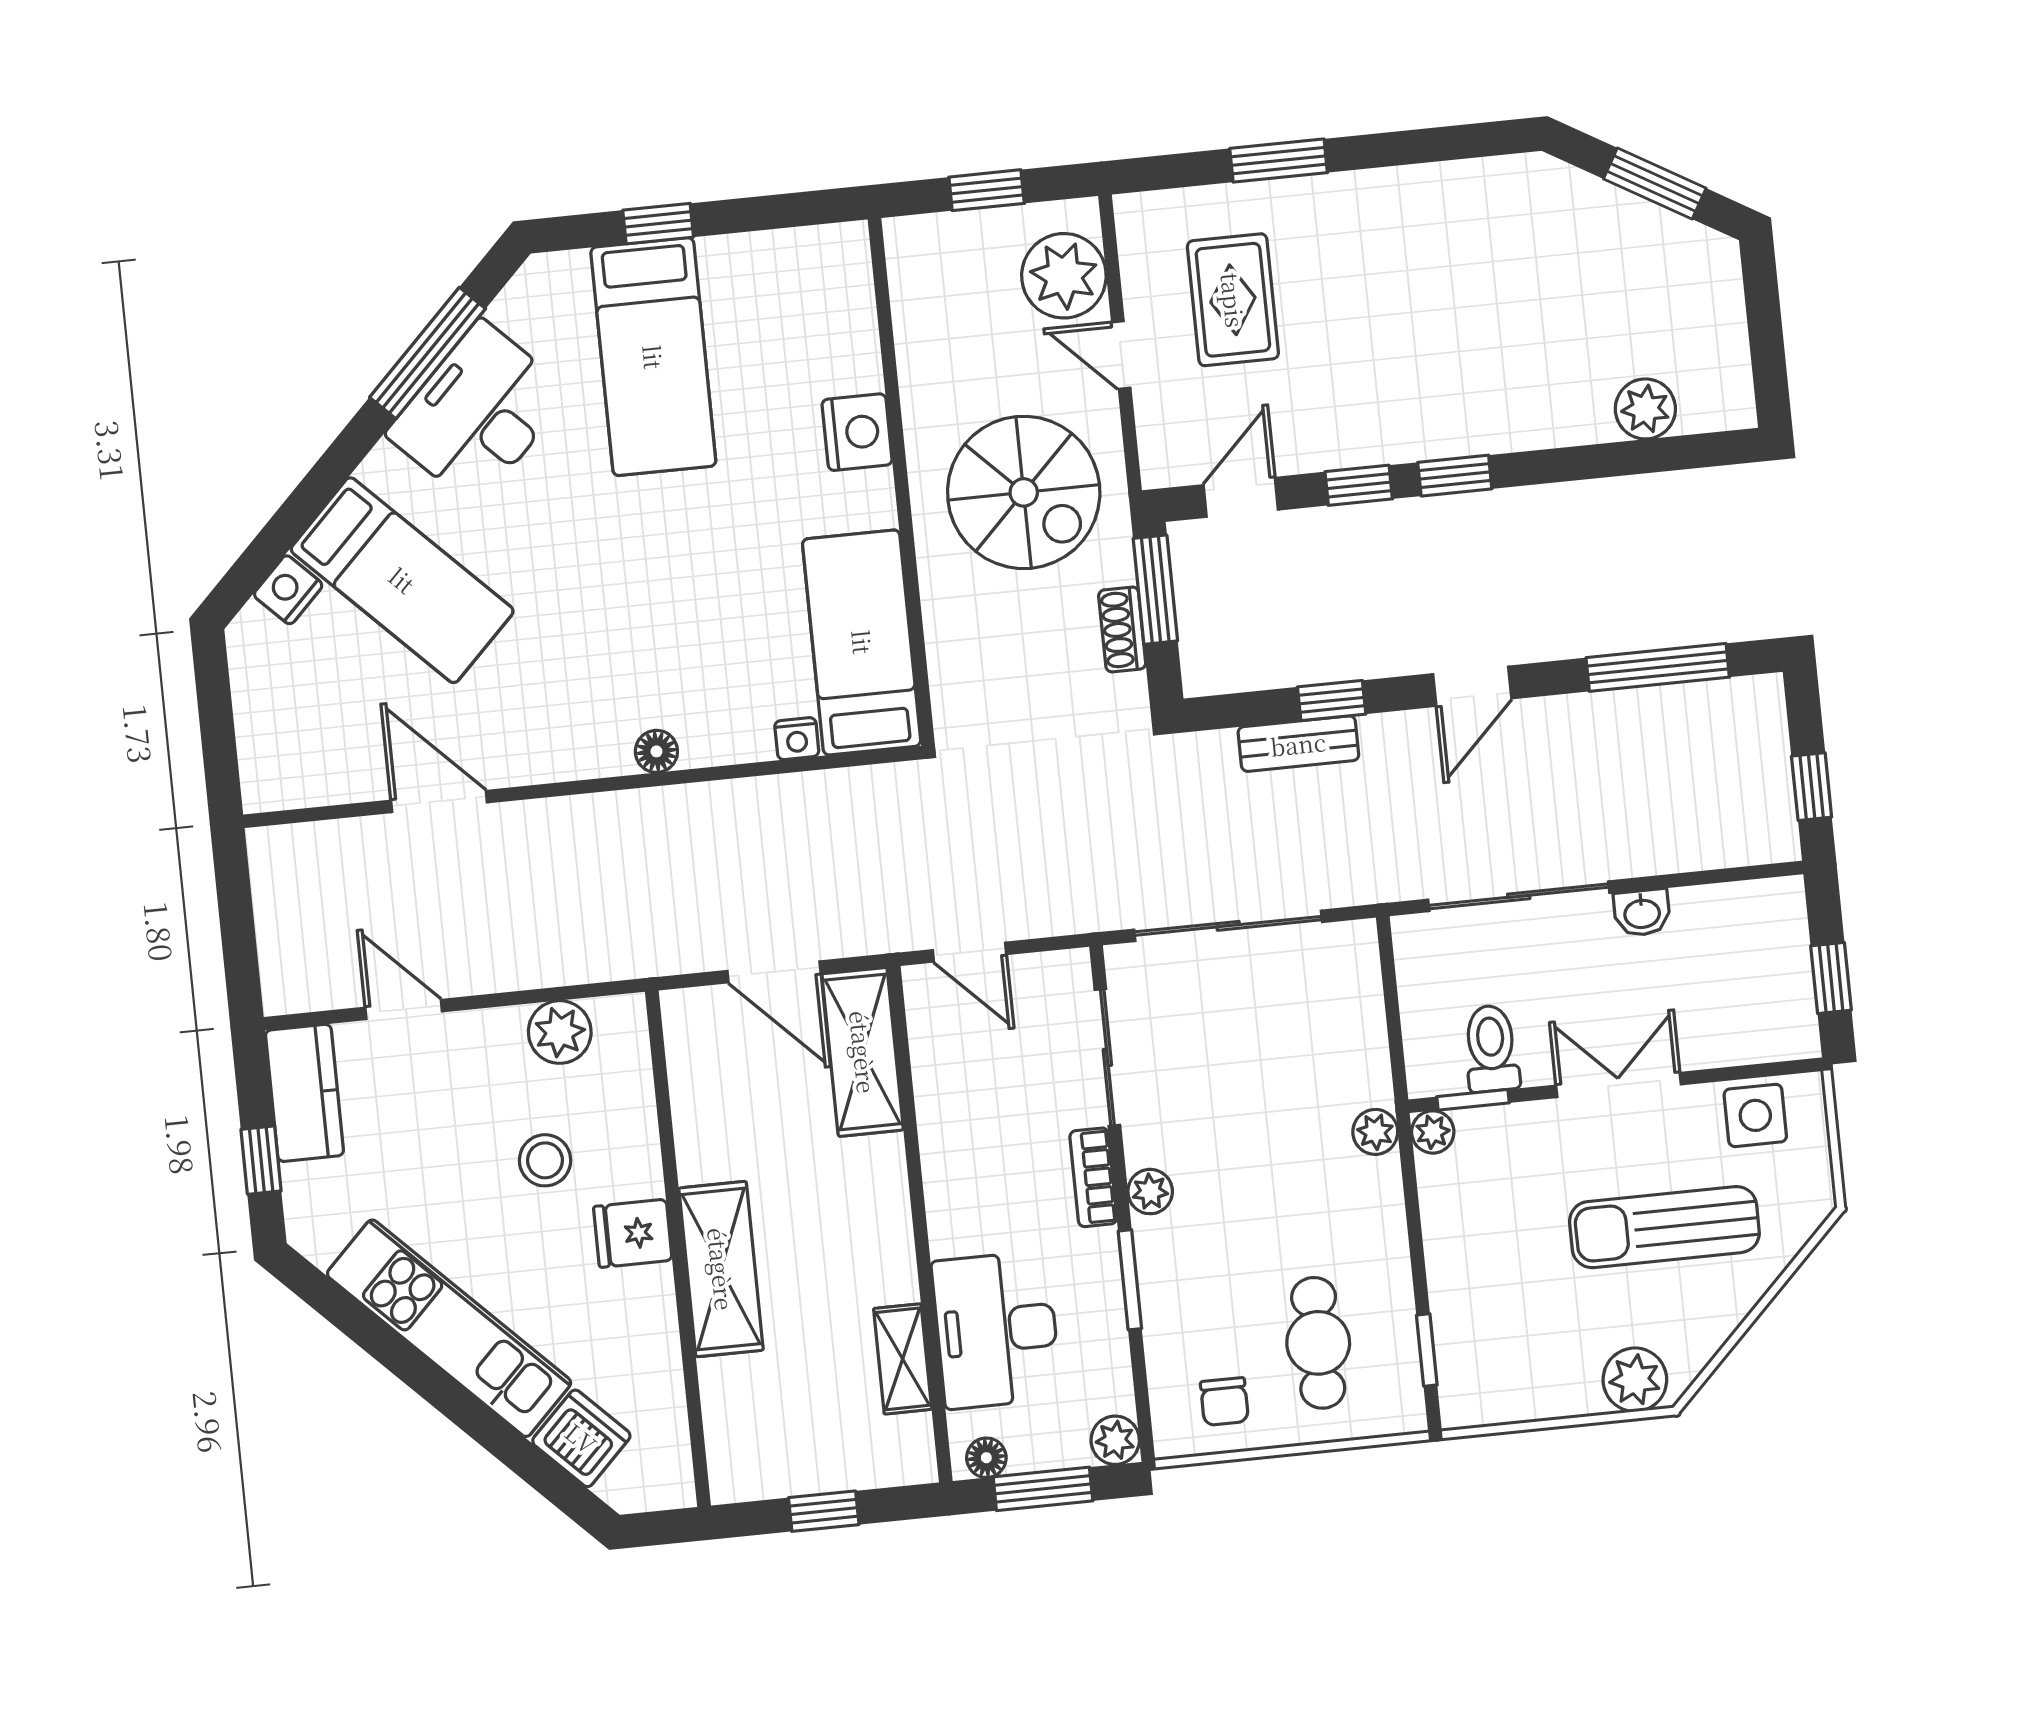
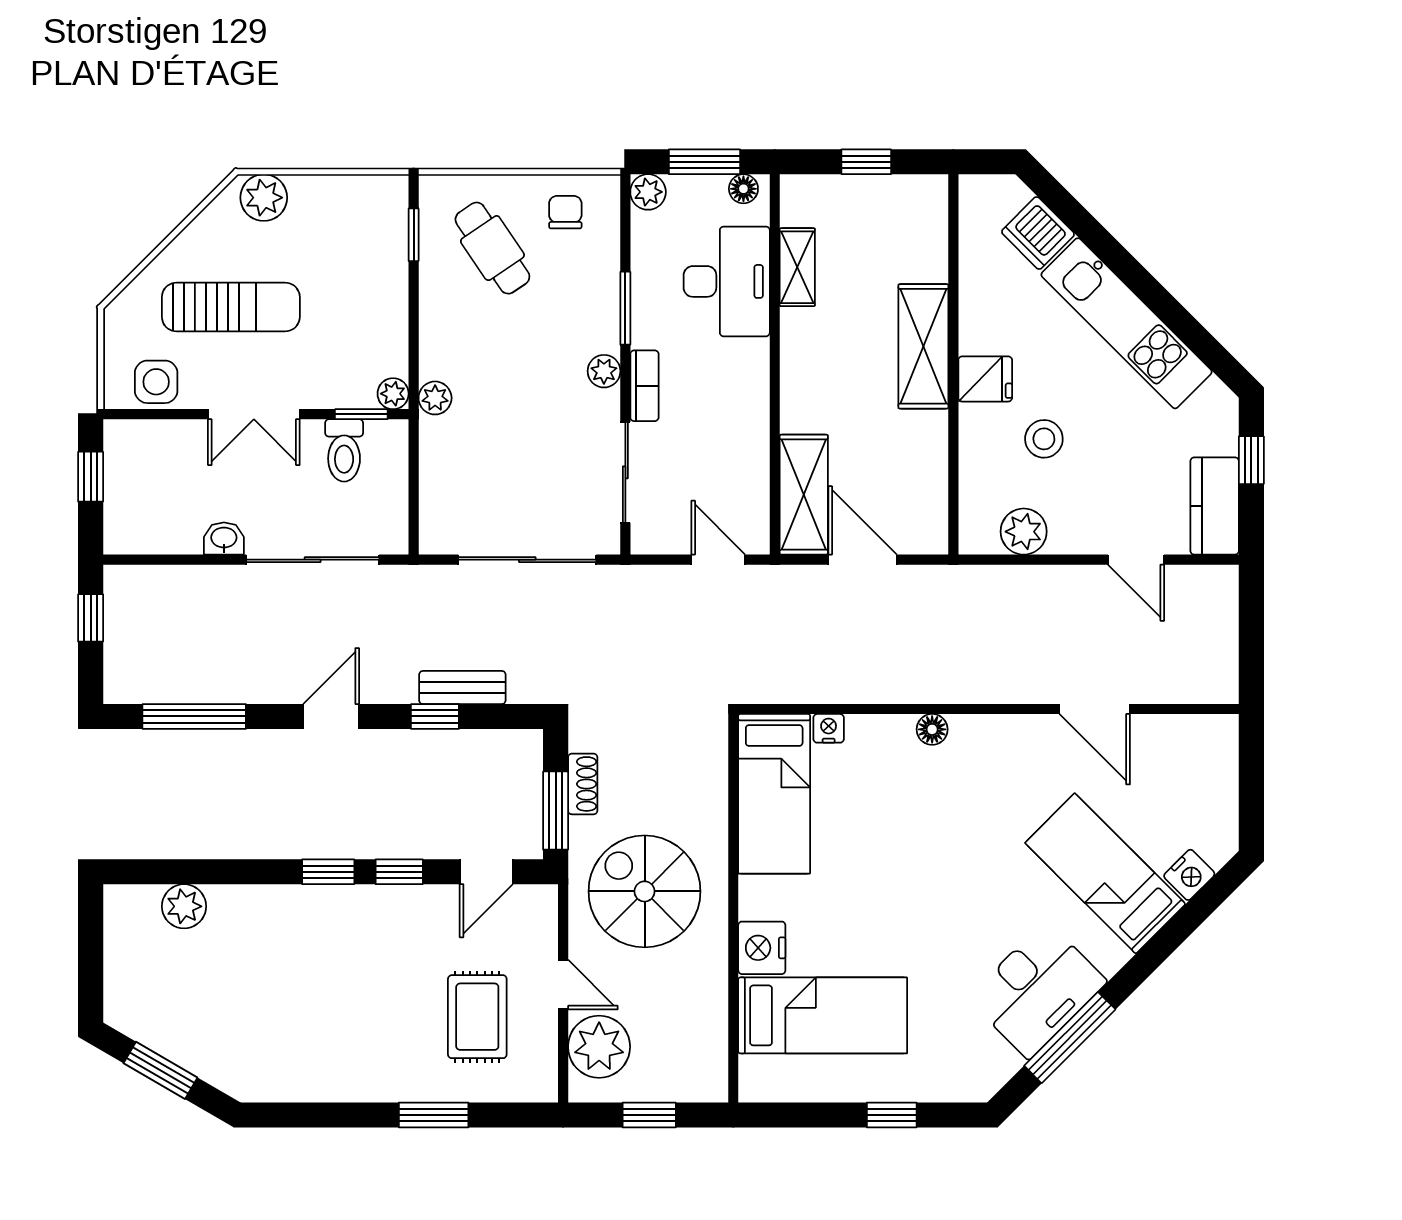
bed: (653, 357) -> (823, 1015), moved, turned 90
cafe table: (1318, 1343) -> (492, 248), turned -34

